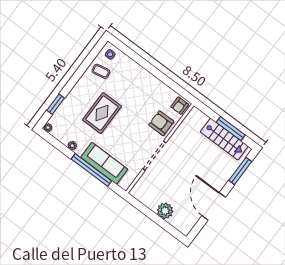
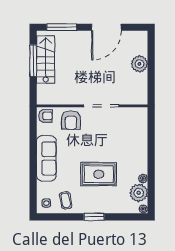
window: (56, 104) -> (94, 217), moved
plant: (63, 134) -> (139, 193), added
sofa: (104, 163) -> (46, 158), moved, turned 180
window: (91, 170) -> (151, 148), removed

